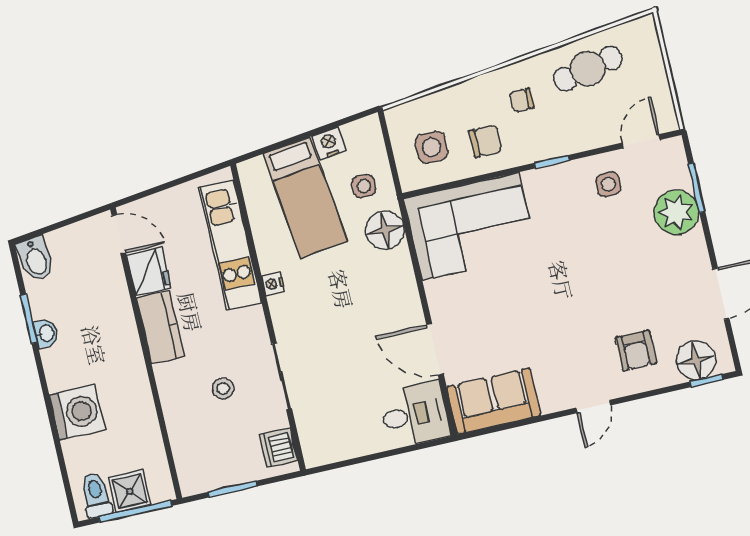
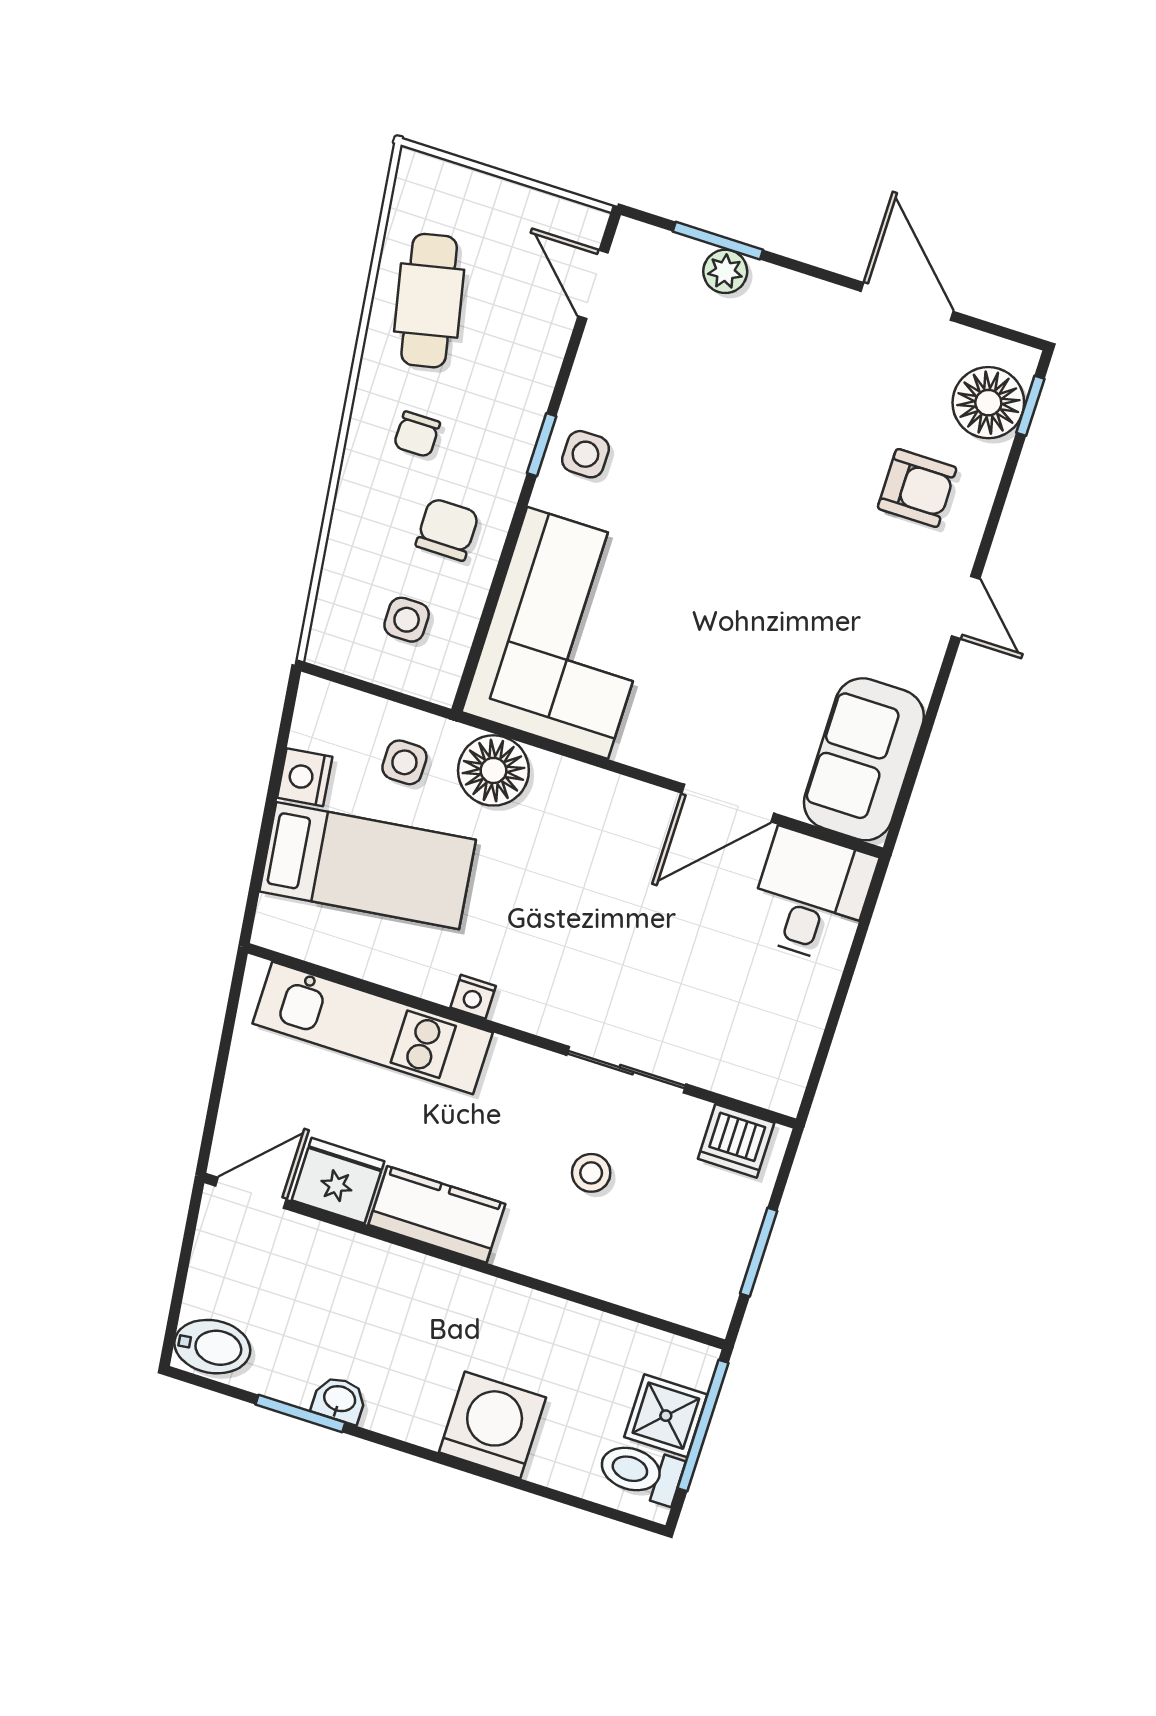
side table: (432, 147) -> (407, 620), width x0.73, depth x0.73
side table: (608, 184) -> (585, 454), moved
plant: (676, 212) -> (725, 271), width x0.53, depth x0.53

